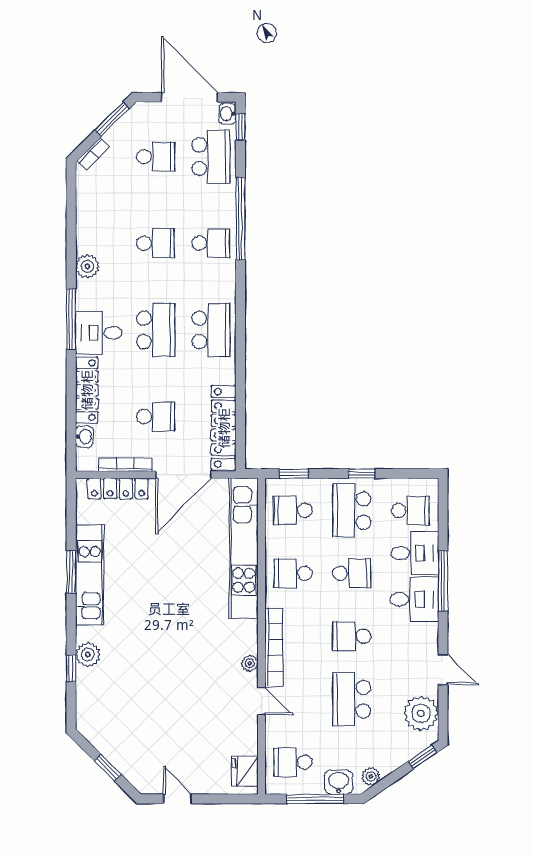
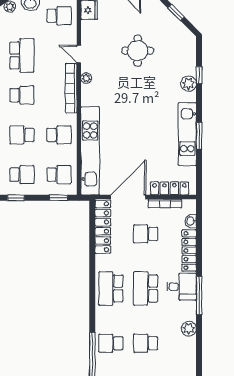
school desk: (352, 510) -> (22, 175), width x0.54
round table: (168, 707) -> (138, 51), added

